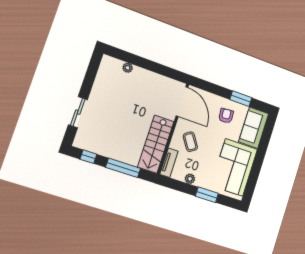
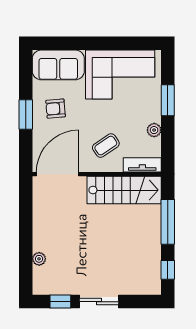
window: (92, 72) -> (60, 302), added
window: (241, 99) -> (26, 115), moved
sliding door: (78, 112) -> (99, 302), moved

